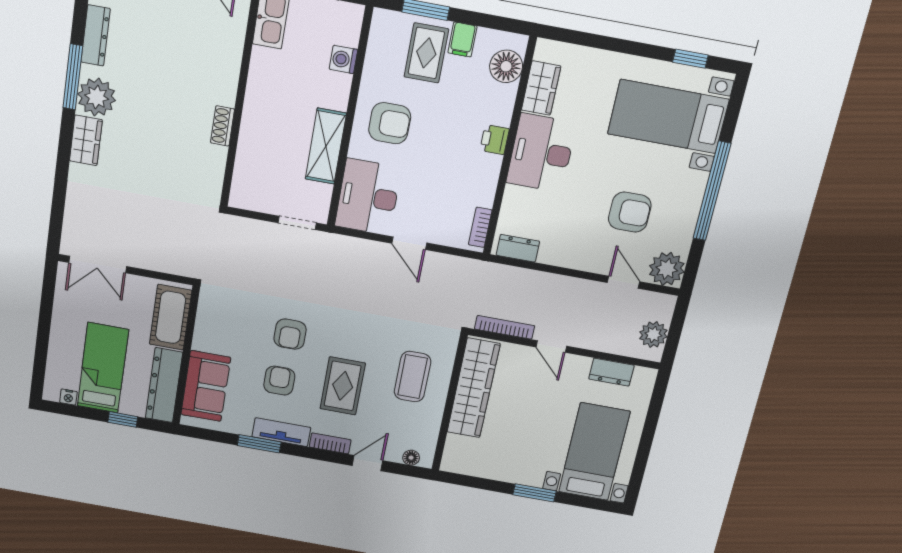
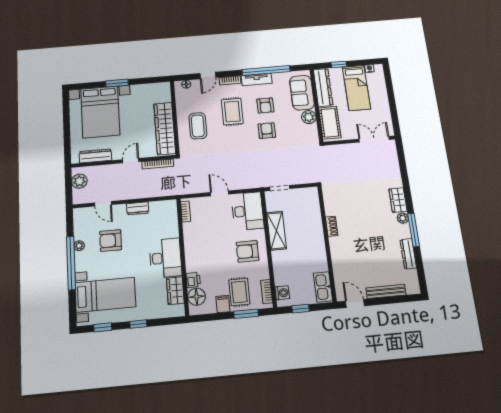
bookcase: (377, 40) -> (267, 292), added
window: (625, 47) -> (138, 324), added
washing machine: (343, 59) -> (282, 293), moved
plant: (97, 97) -> (403, 218), width x0.53, depth x0.53
printer: (495, 140) -> (193, 280), moved
dresser: (518, 248) -> (138, 208), moved
plant: (667, 269) -> (79, 246), moved, width x0.53, depth x0.53
plant: (206, 338) -> (309, 117), added
door: (551, 347) -> (131, 161), hinge flipped
dresser: (611, 372) -> (95, 156), width x1.44
window: (259, 444) -> (266, 71), width x2.11
bed with nightstands: (594, 452) -> (100, 112), width x1.36

